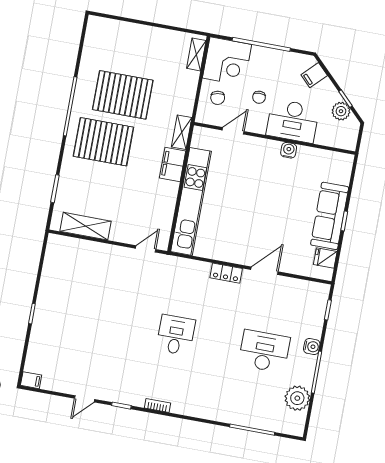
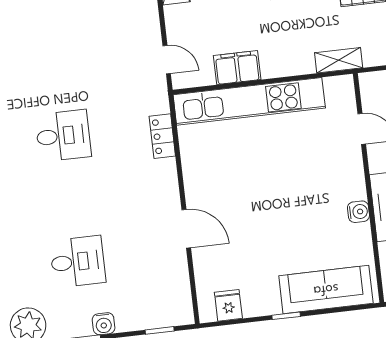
filing cabinet: (173, 165) -> (237, 68), moved
sofa: (330, 216) -> (326, 289), moved
locker: (226, 273) -> (162, 136), moved
desk: (264, 351) -> (78, 262), width x0.73

